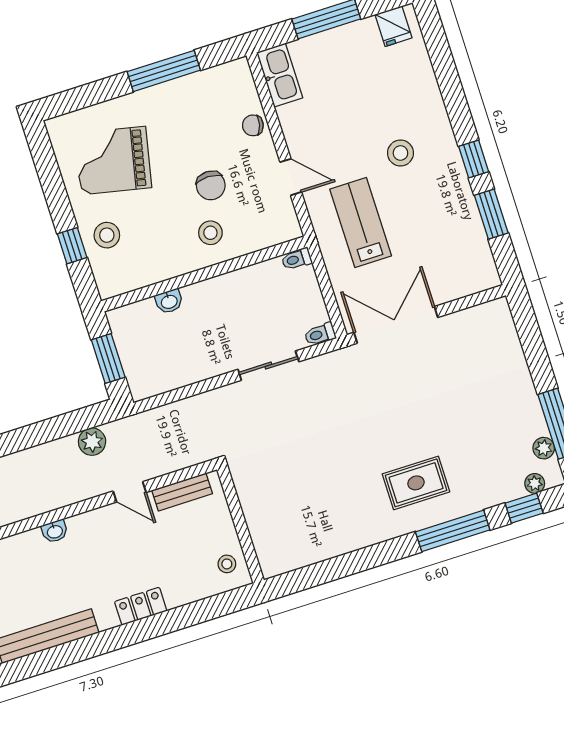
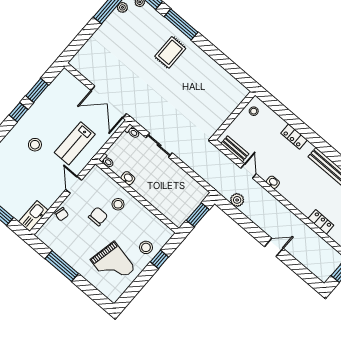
washbasin: (169, 301) -> (128, 178), moved
rug: (416, 483) -> (170, 52), turned 90
washbasin: (55, 531) -> (273, 182), moved

